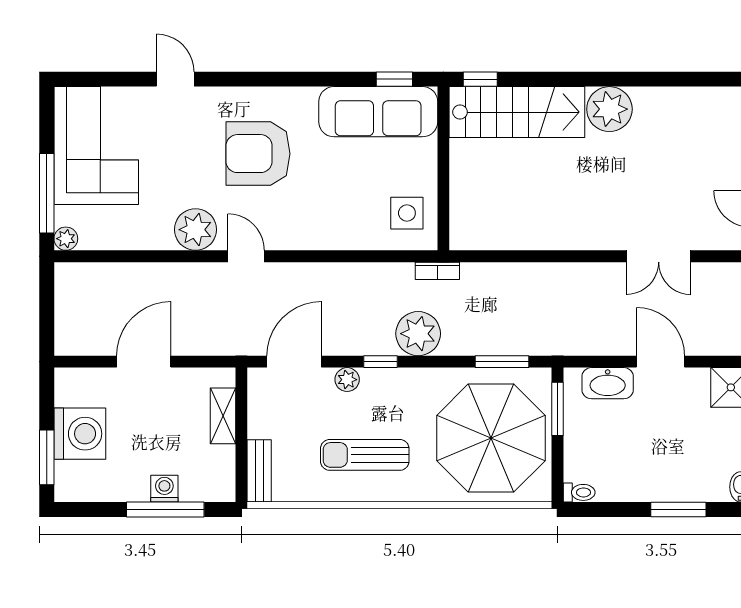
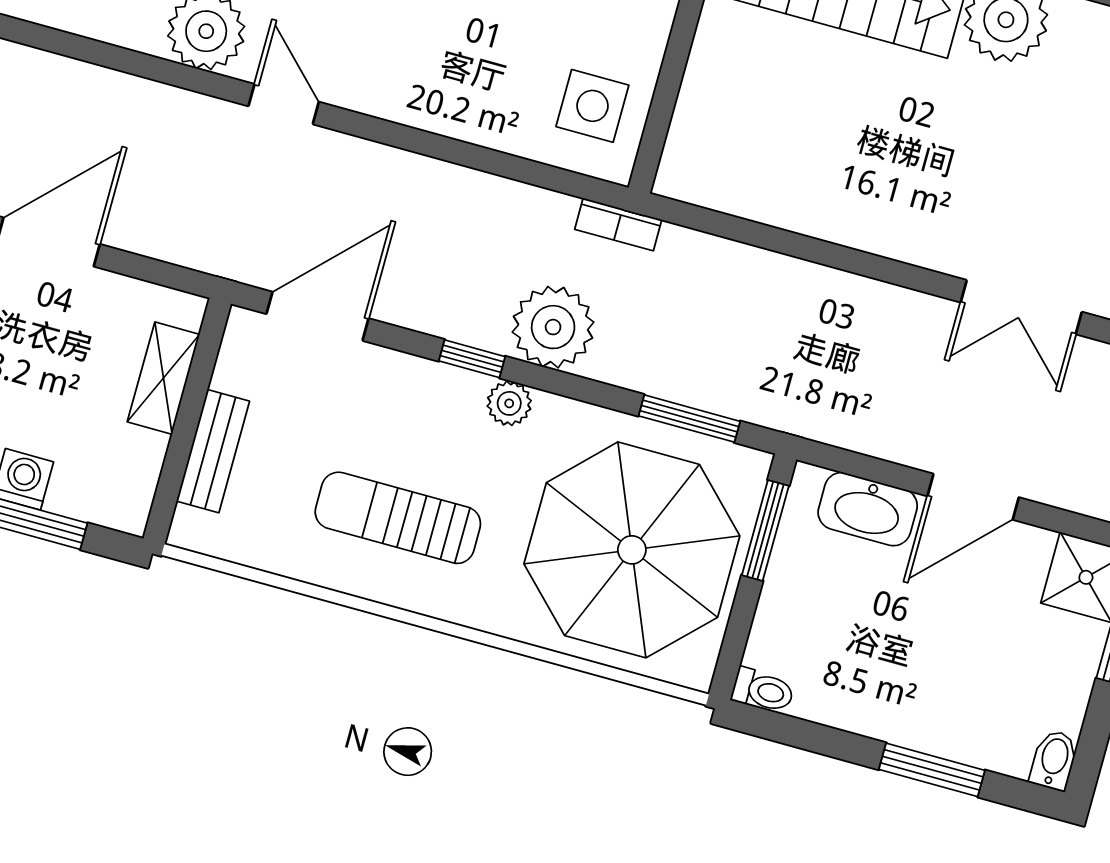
door: (661, 362) -> (973, 497), swing flipped
plant: (347, 380) -> (509, 403), moved
bench: (259, 471) -> (213, 451), moved

